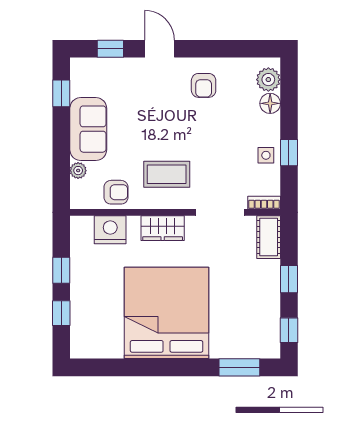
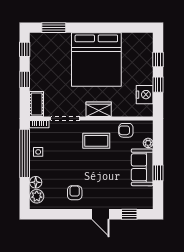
window: (61, 93) -> (158, 173), moved
window: (289, 153) -> (25, 153), width x3.17
nightstand: (110, 230) -> (145, 95), moved, turned -90

